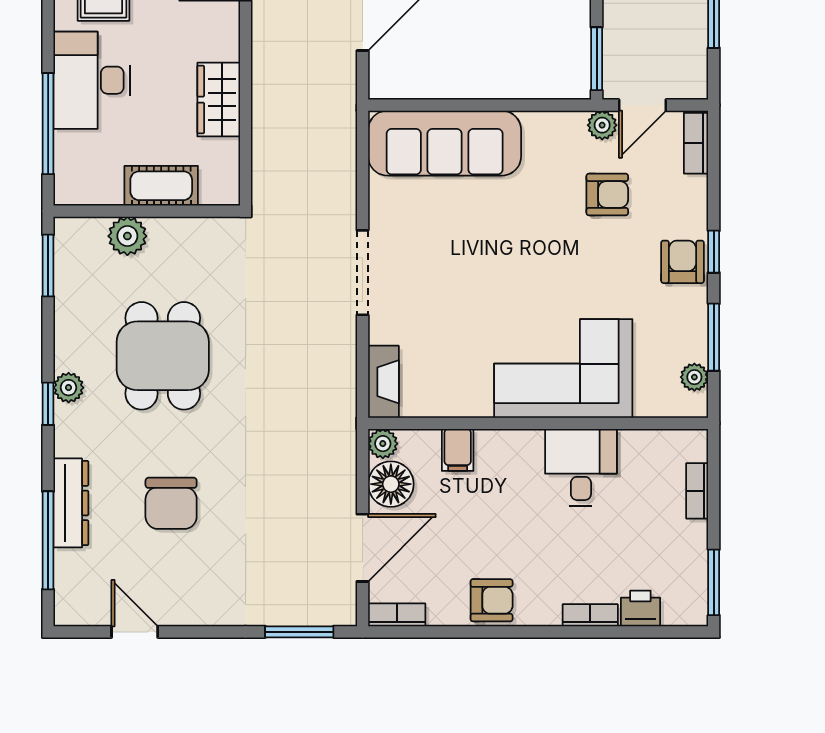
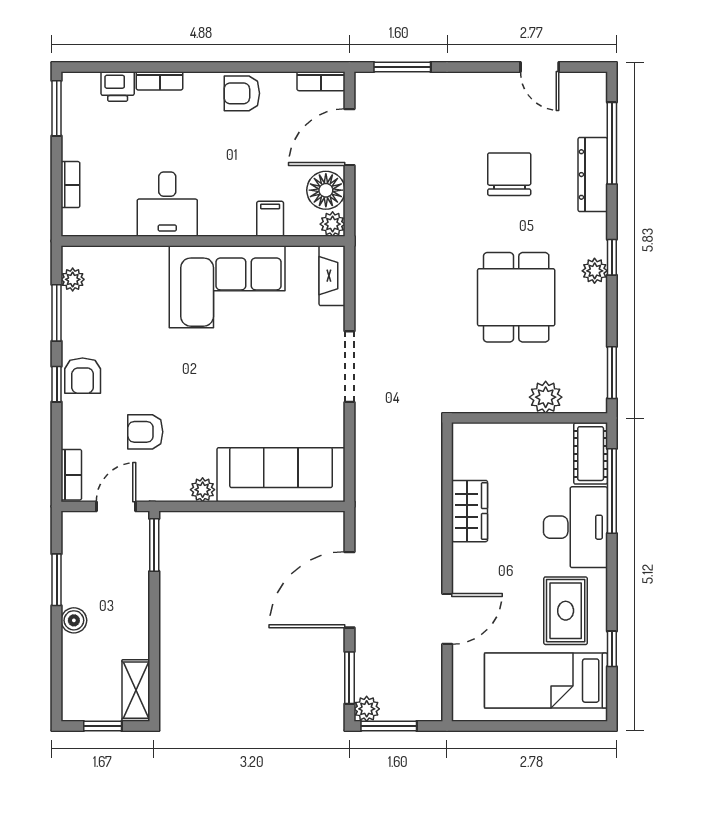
plant: (602, 125) -> (203, 490), moved
cot: (161, 186) -> (591, 454), moved, turned 90
corner sofa: (563, 368) -> (227, 287), moved

